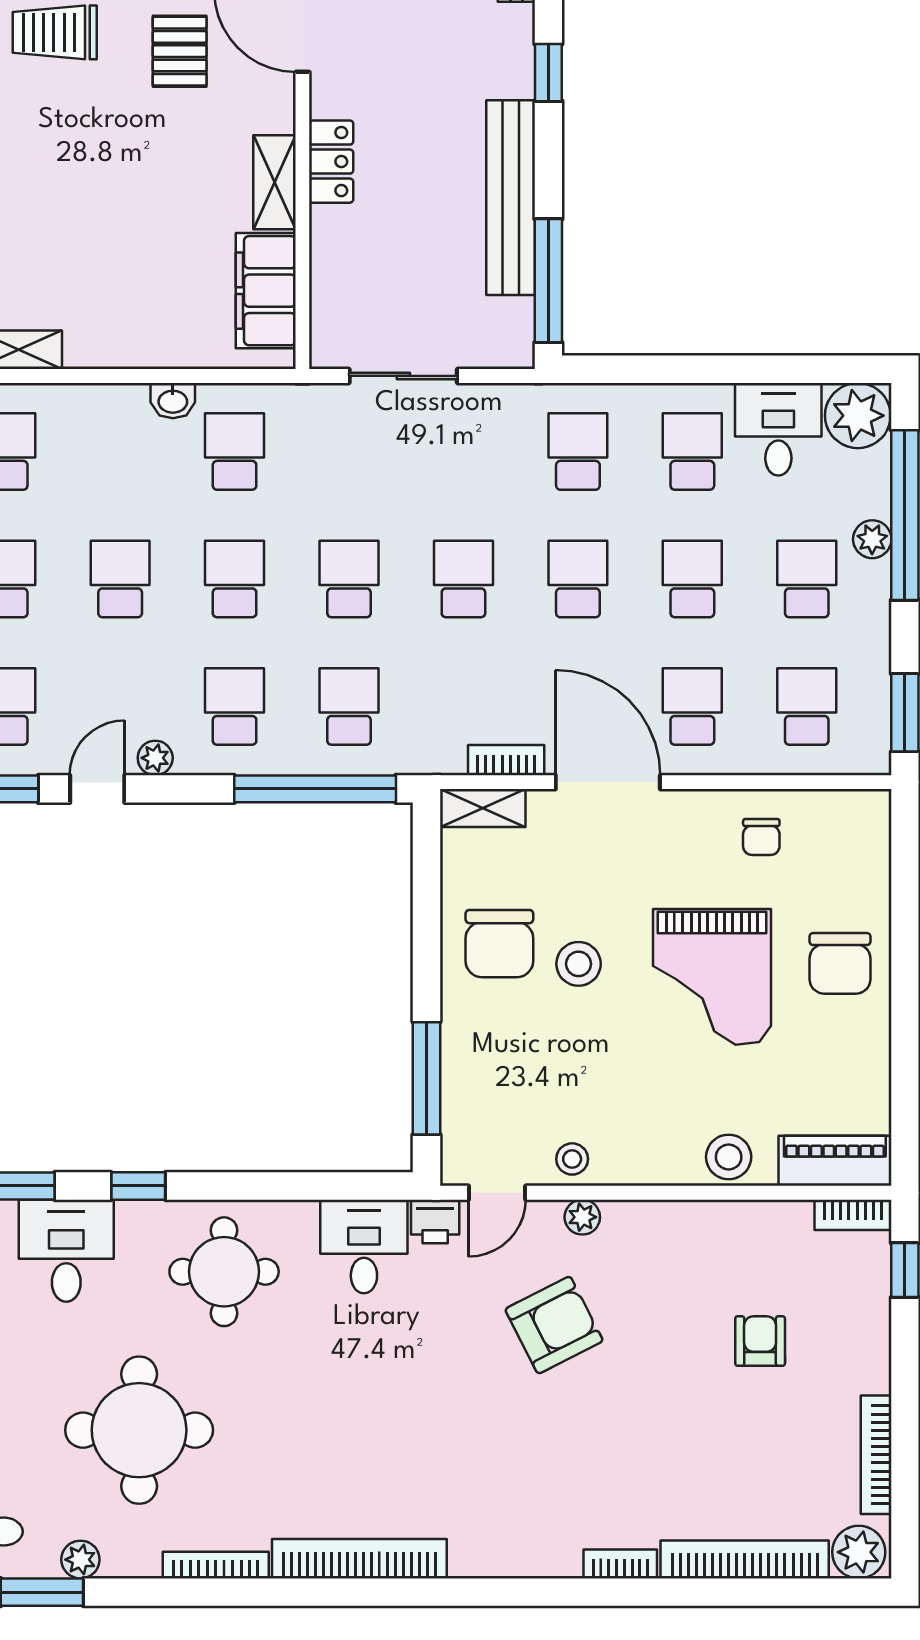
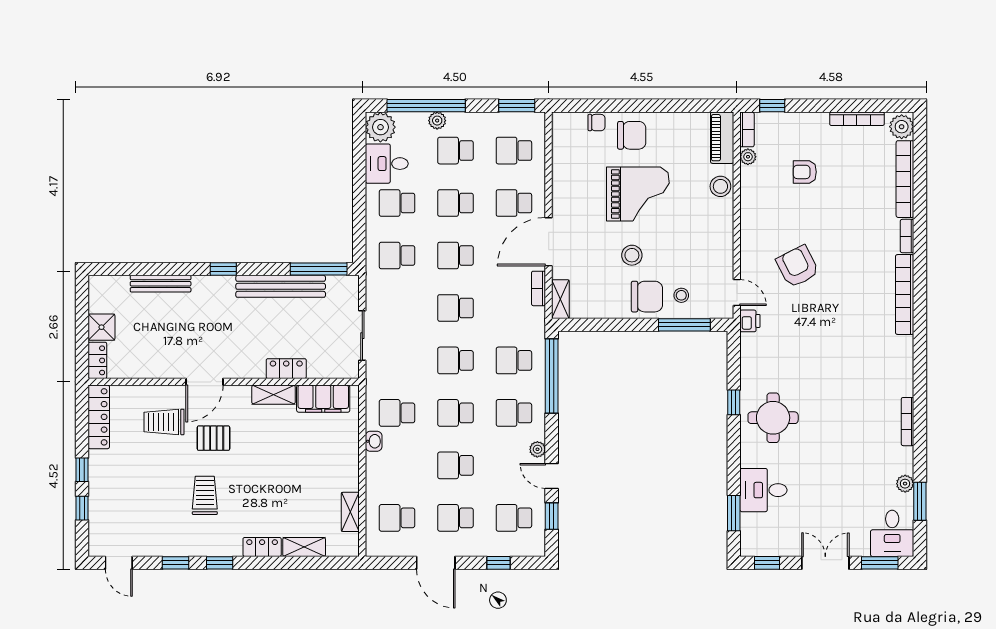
trolley: (55, 32) -> (205, 495), turned 180
locker: (331, 162) -> (286, 369), moved
chair: (761, 837) -> (597, 123), moved
chair: (499, 944) -> (647, 297), moved
stool: (572, 1159) -> (681, 295), moved
window: (138, 1186) -> (734, 402), moved
plant: (582, 1217) -> (748, 157), moved
desk: (364, 1246) -> (761, 354), removed
round table: (139, 1430) -> (846, 457), removed
bookcase: (359, 1559) -> (905, 294), moved

